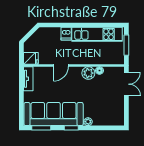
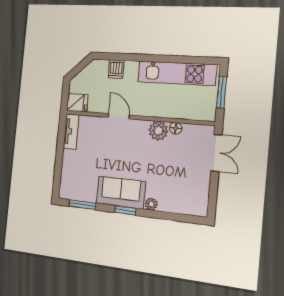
dishwasher: (66, 34) -> (116, 69), moved
door: (61, 66) -> (119, 116), swing flipped
sofa: (54, 114) -> (121, 193), width x0.54, depth x0.79

